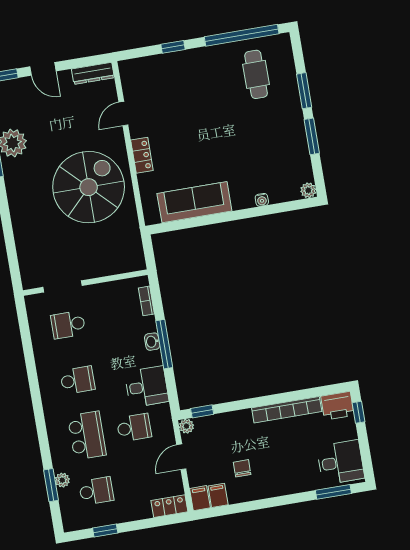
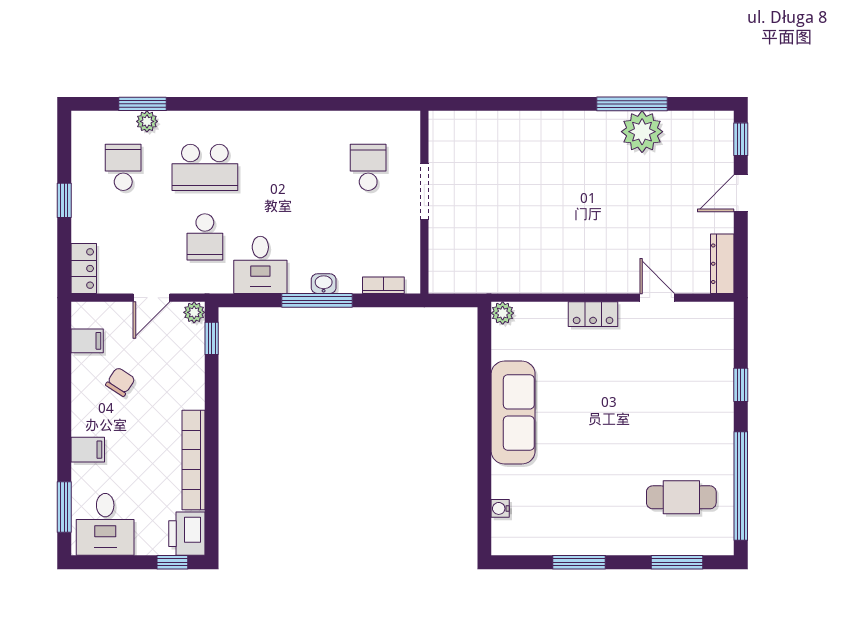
window: (304, 91) -> (677, 562), moved
spiral stairs: (89, 187) -> (560, 230), removed
plant: (308, 190) -> (503, 313), moved
water cooler: (262, 200) -> (500, 508), moved
sofa: (194, 202) -> (513, 413), moved
doorway: (63, 286) -> (424, 191), moved
school desk: (78, 380) -> (287, 167), removed
door: (181, 457) -> (151, 298), swing flipped
chair: (242, 468) -> (120, 382), turned -57
school desk: (96, 491) -> (123, 167), turned 180
filing cabinet: (200, 498) -> (88, 450), moved
window: (105, 531) -> (64, 200), moved

